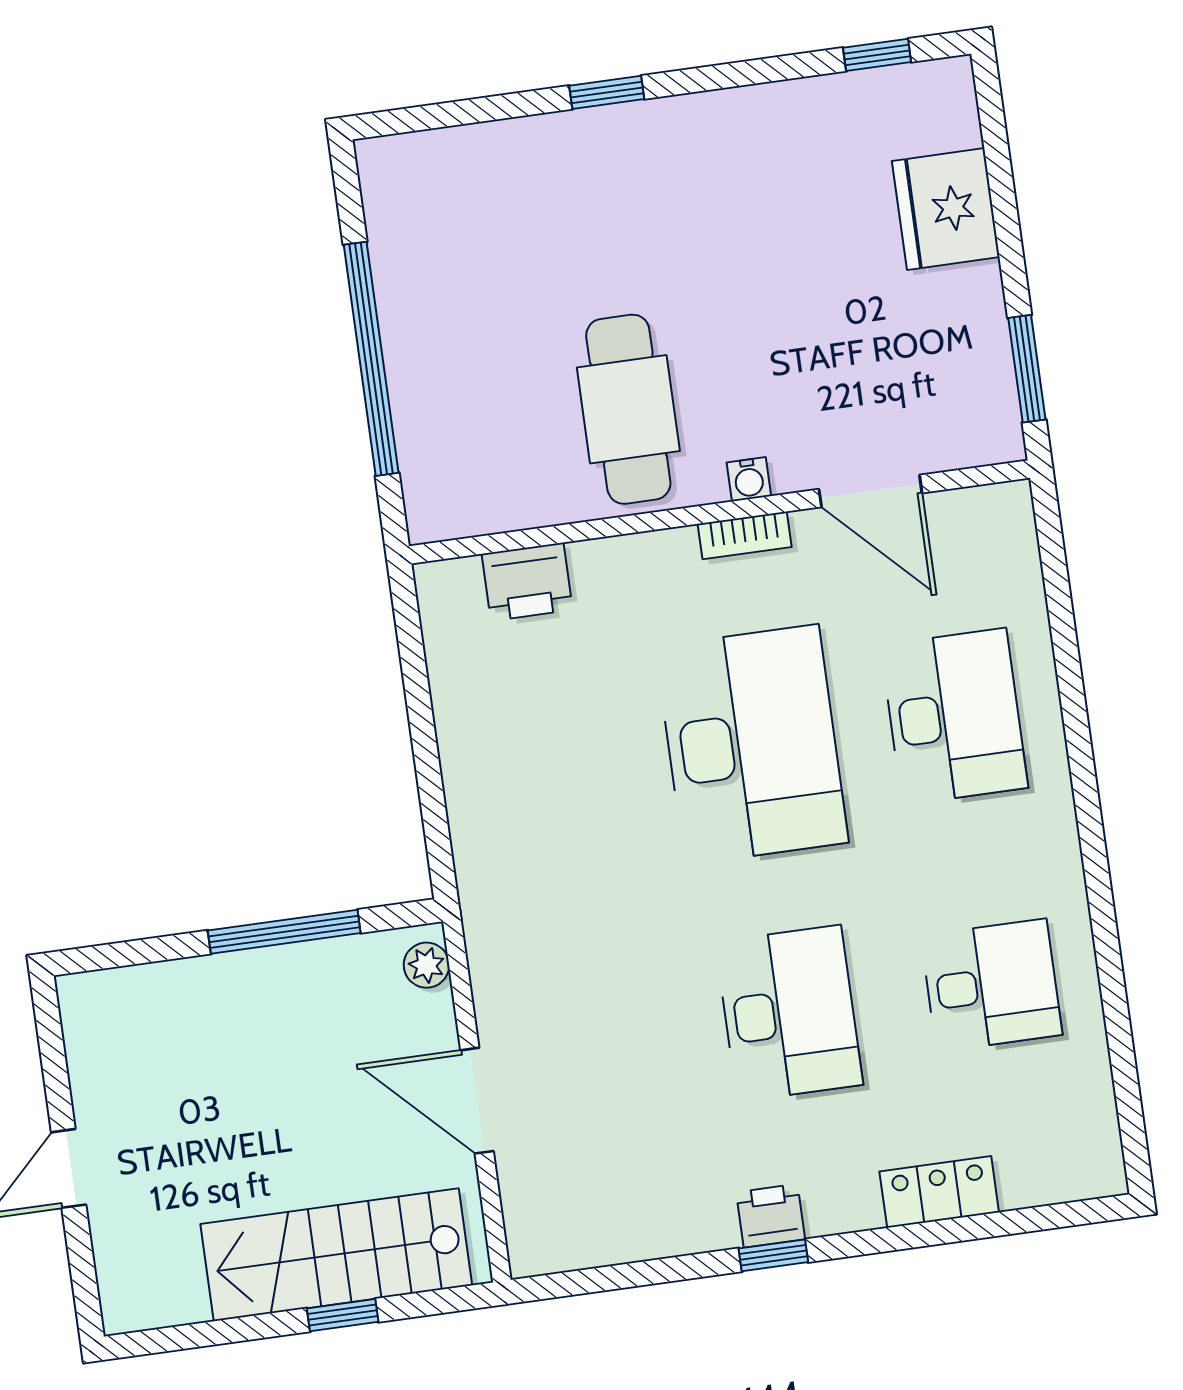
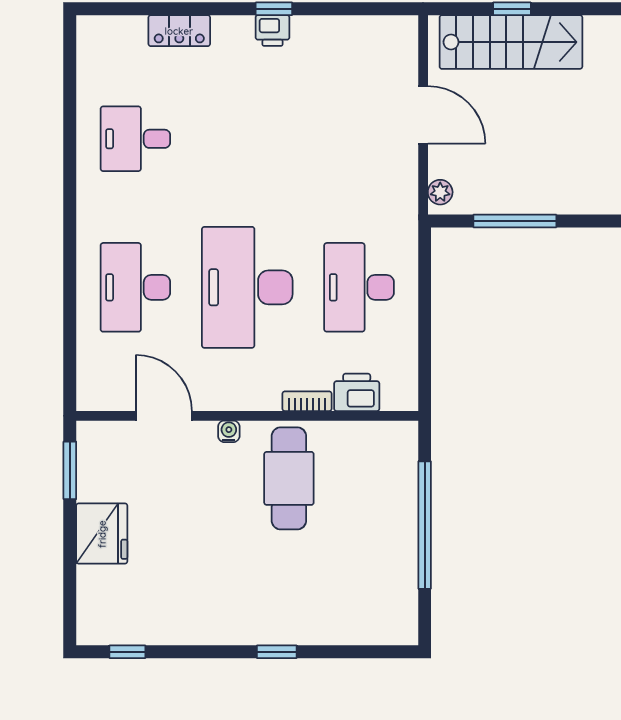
fridge: (946, 209) -> (102, 534), moved
bookcase: (745, 535) -> (307, 401), moved
desk: (789, 1013) -> (359, 287), moved

